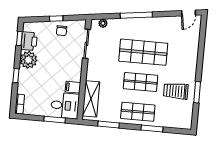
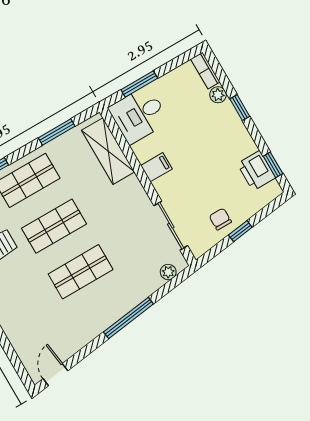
shop shelf: (143, 52) -> (81, 272), width x0.70, depth x0.74
plant: (28, 60) -> (218, 95), moved, width x0.53, depth x0.53
filing cabinet: (73, 87) -> (156, 167), moved

